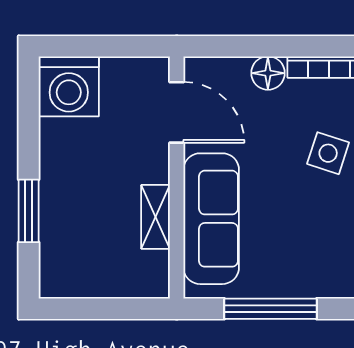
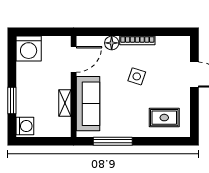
door: (177, 112) -> (74, 59), hinge flipped
washing machine: (60, 272) -> (25, 126), added

